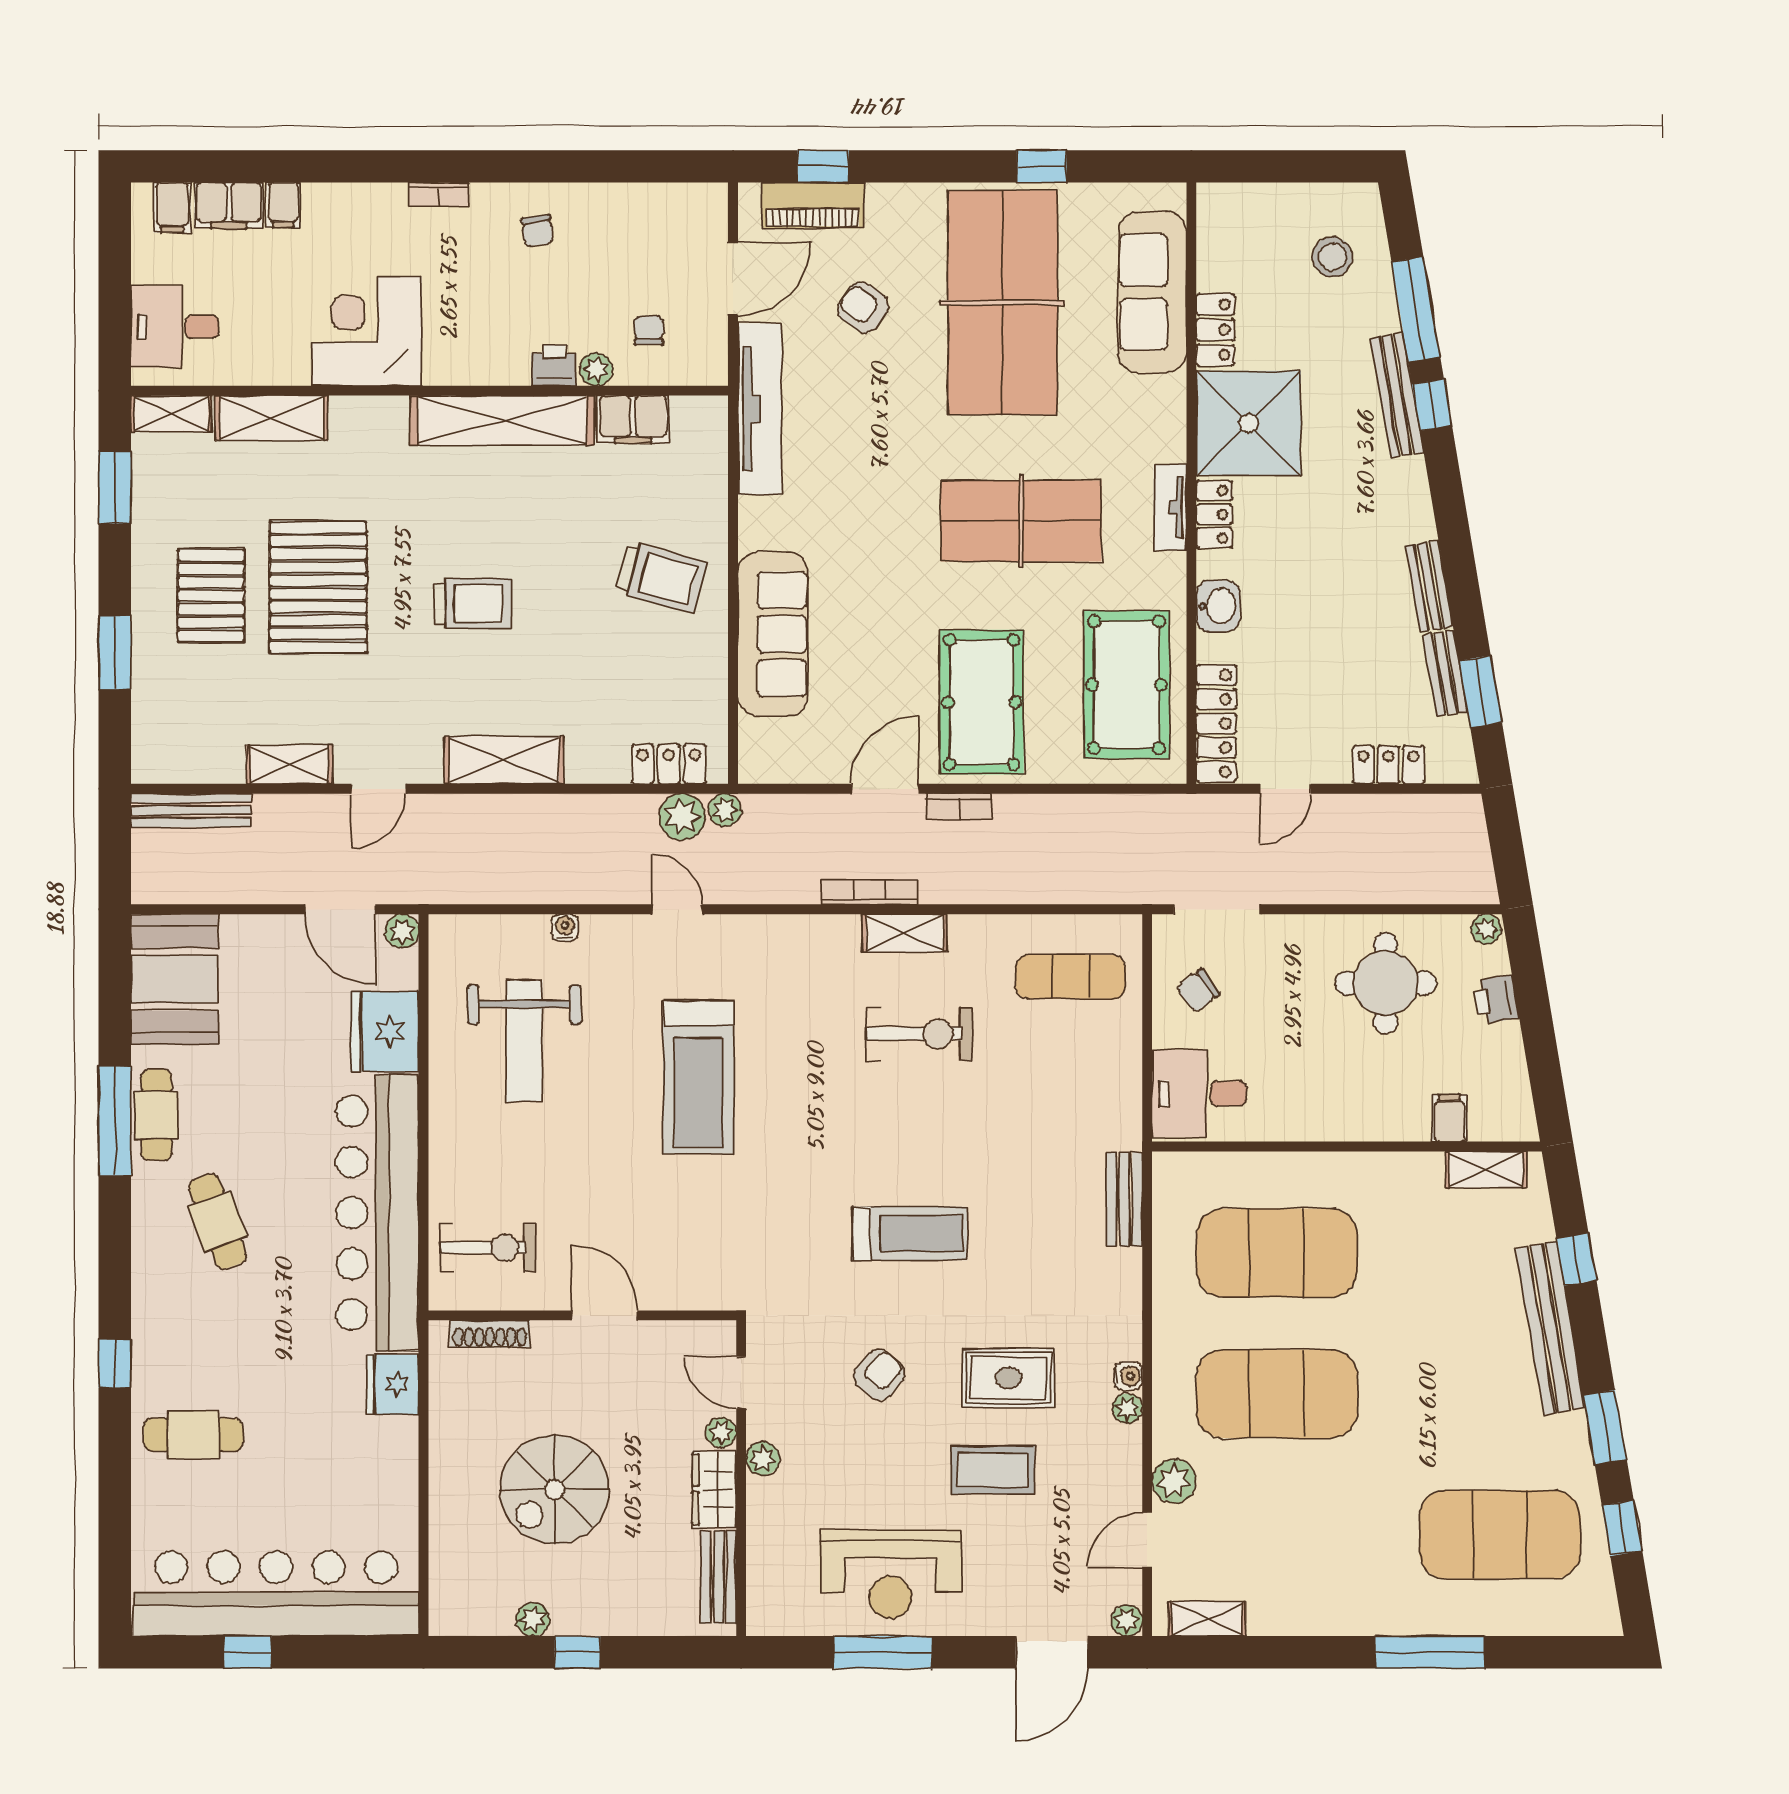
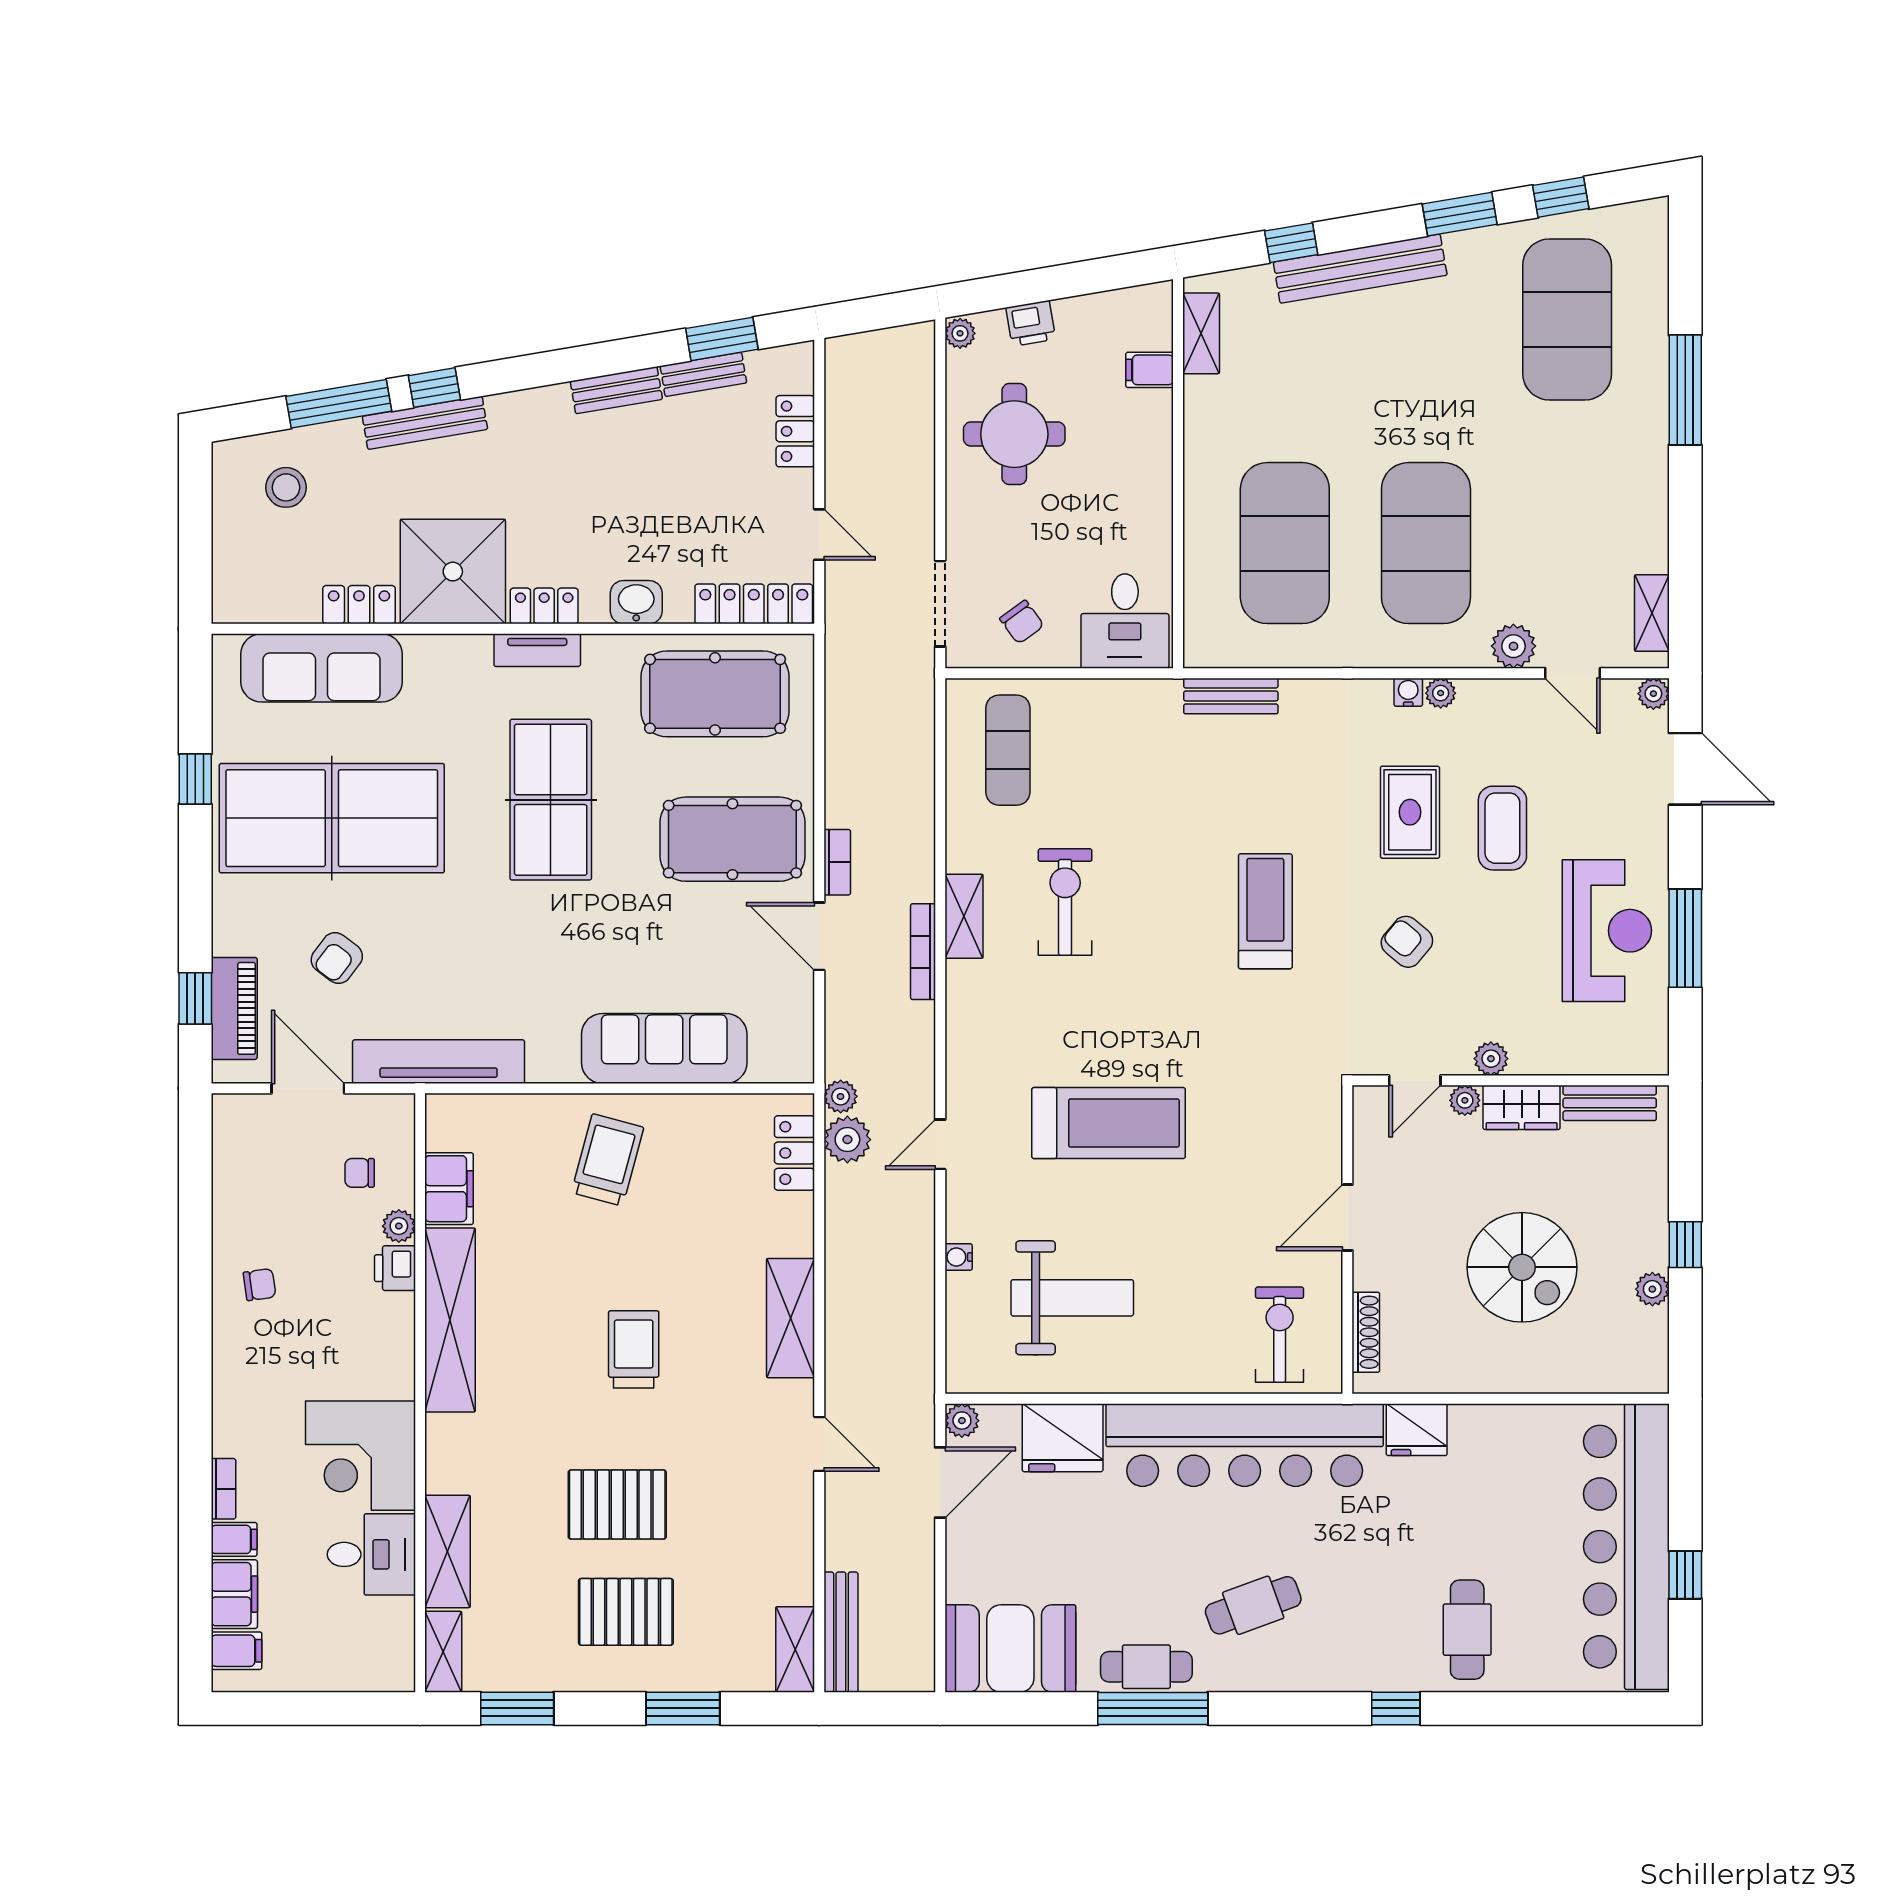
bookcase: (439, 195) -> (223, 1489), moved
desk: (175, 327) -> (371, 1554), moved, turned -90
pallet: (318, 587) -> (617, 1504), width x0.73, depth x0.71
shelving: (289, 765) -> (795, 1649), moved

